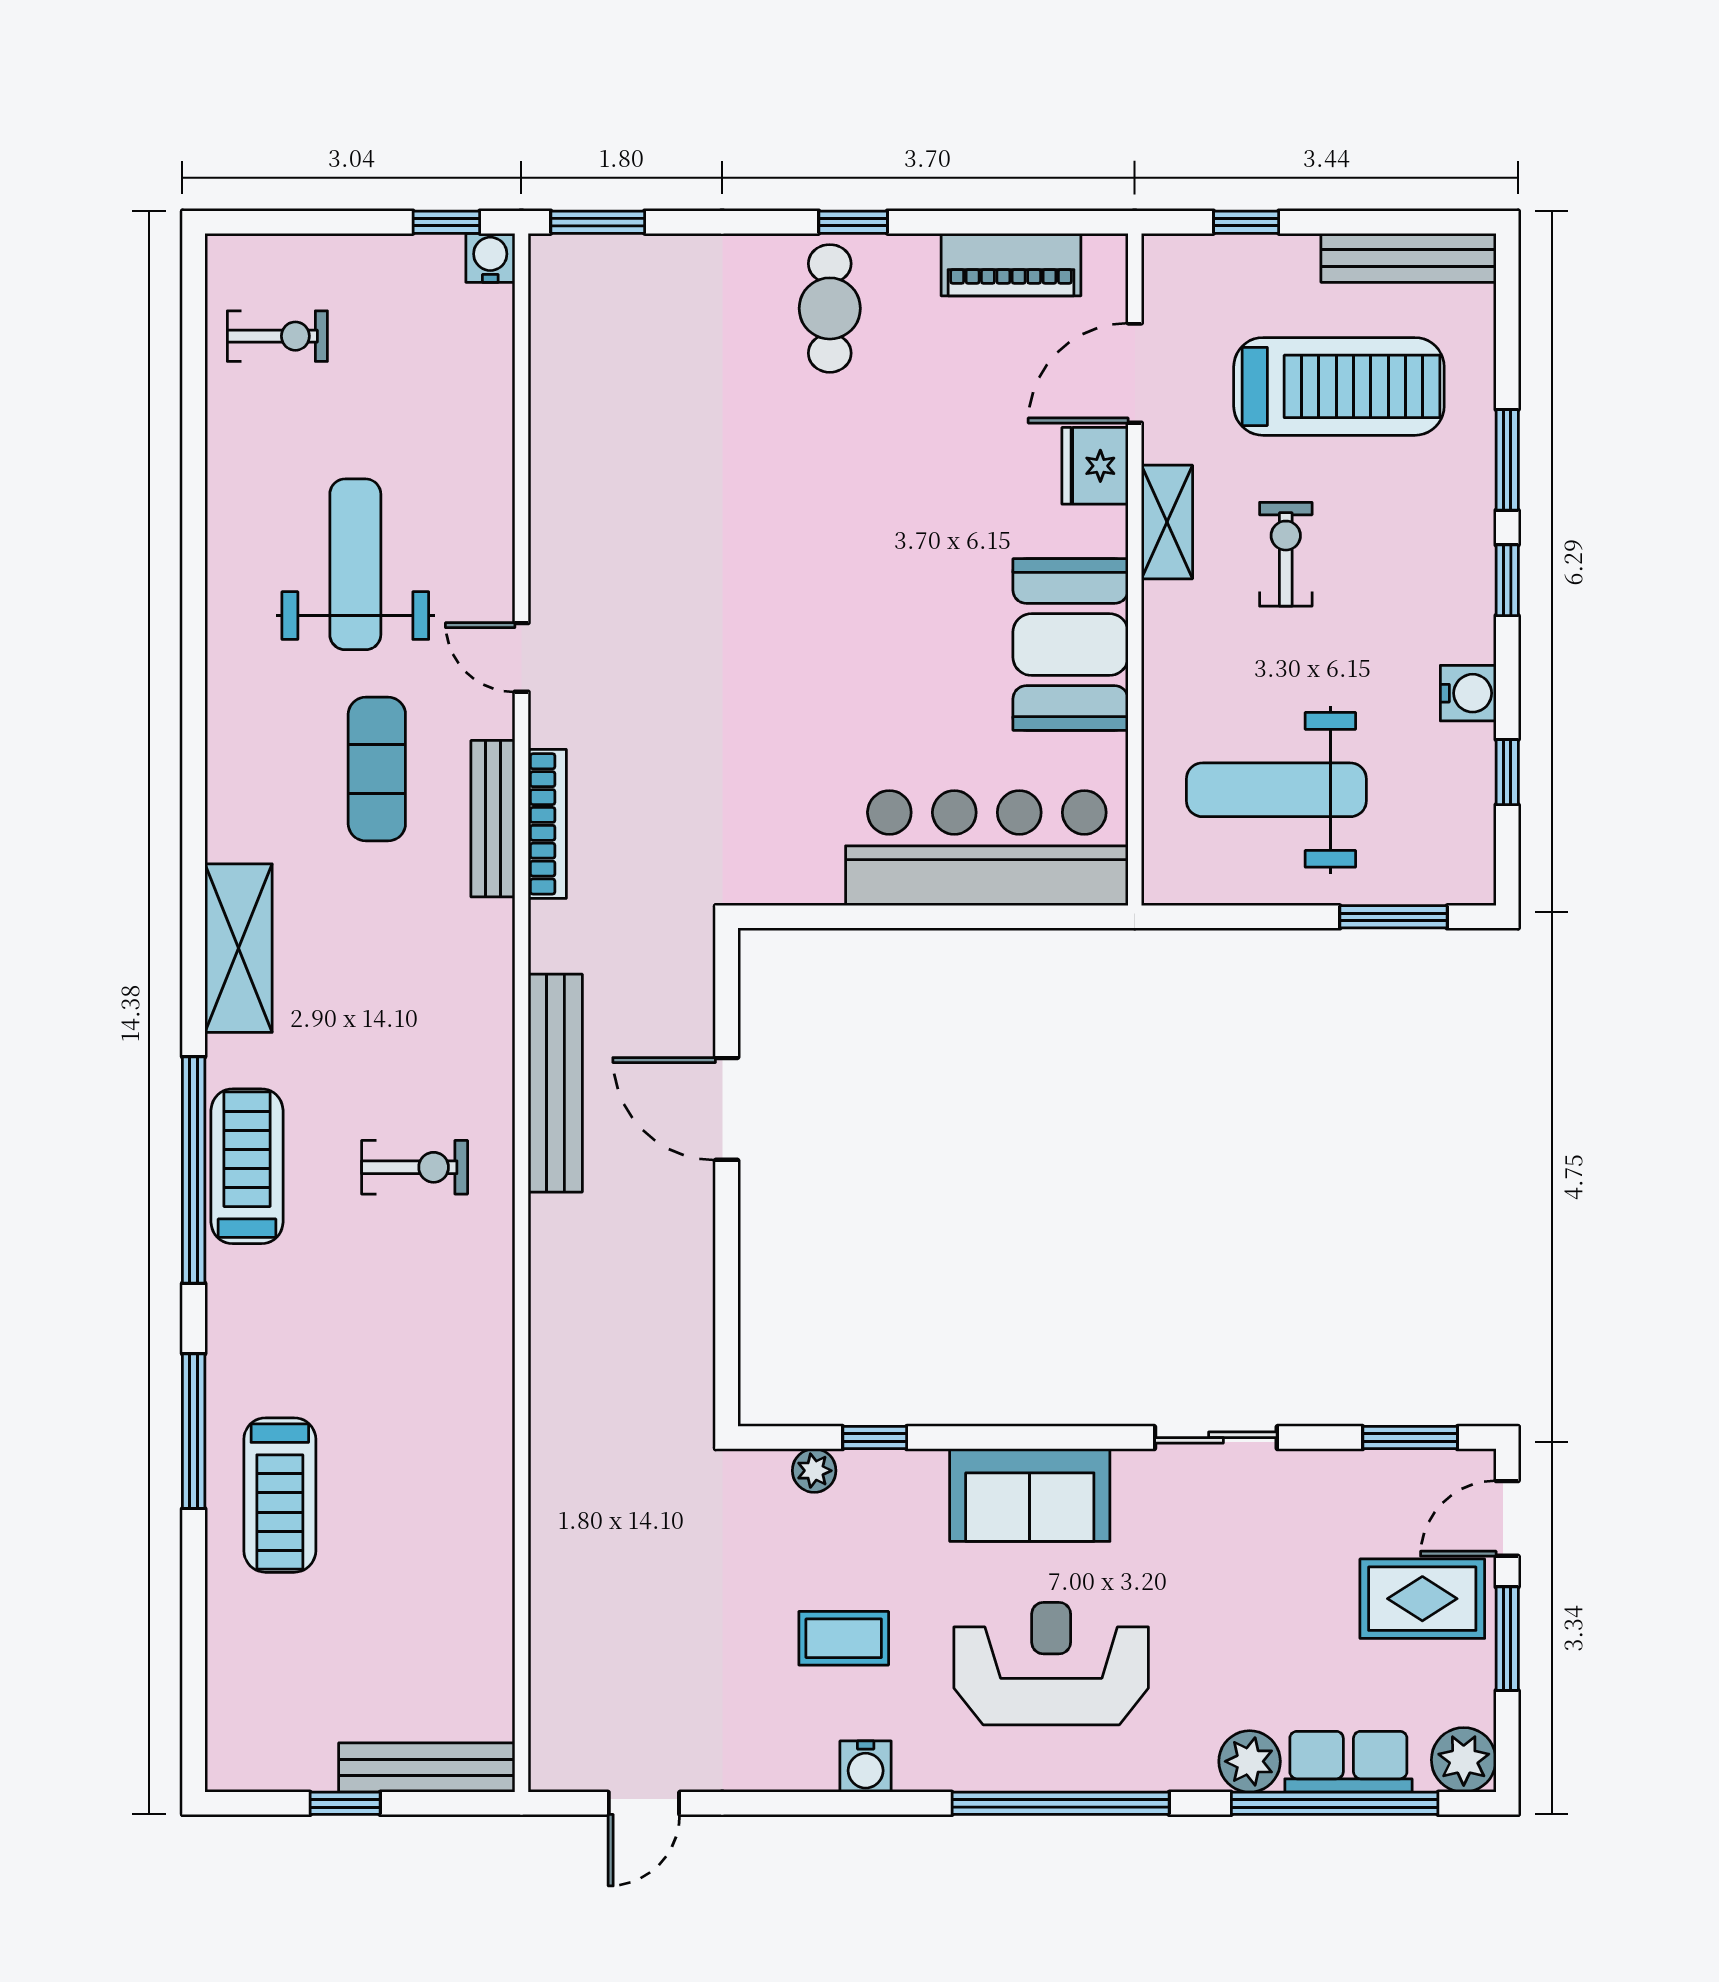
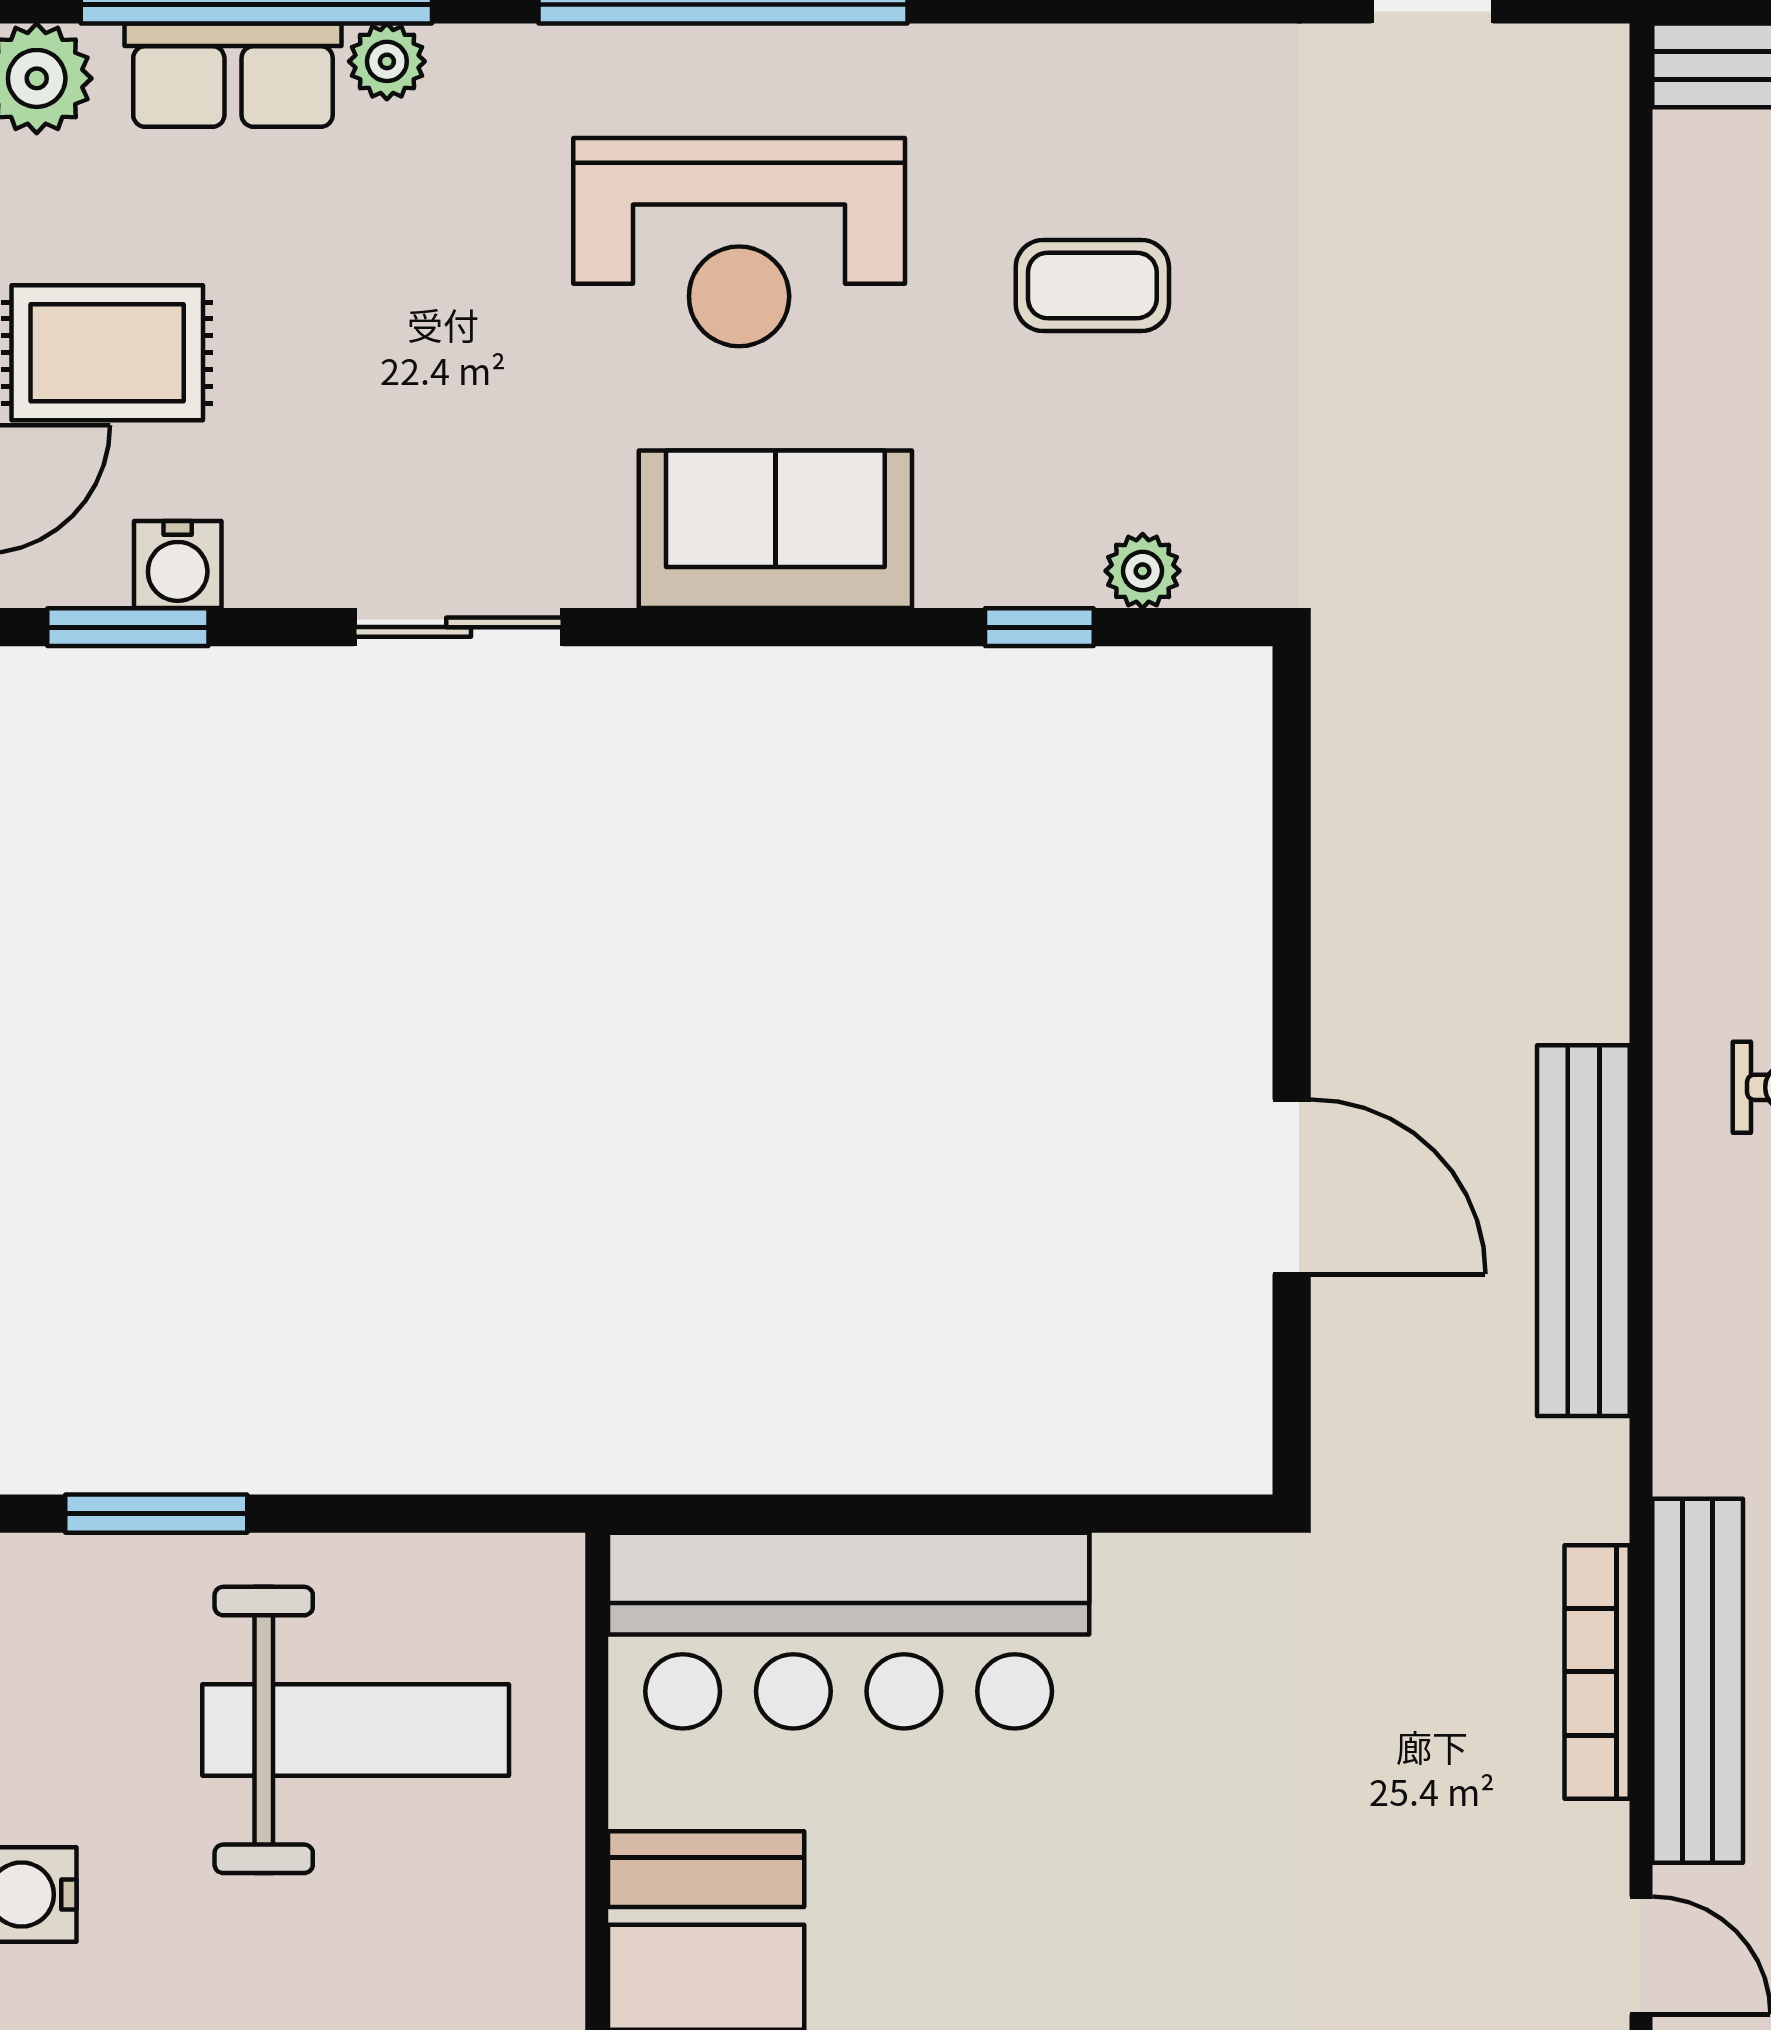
bench: (493, 819) -> (1698, 1681), width x1.37, depth x1.21
plant: (1250, 1761) -> (387, 61), width x0.73, depth x0.73
water cooler: (866, 1767) -> (178, 564), moved, turned 180

